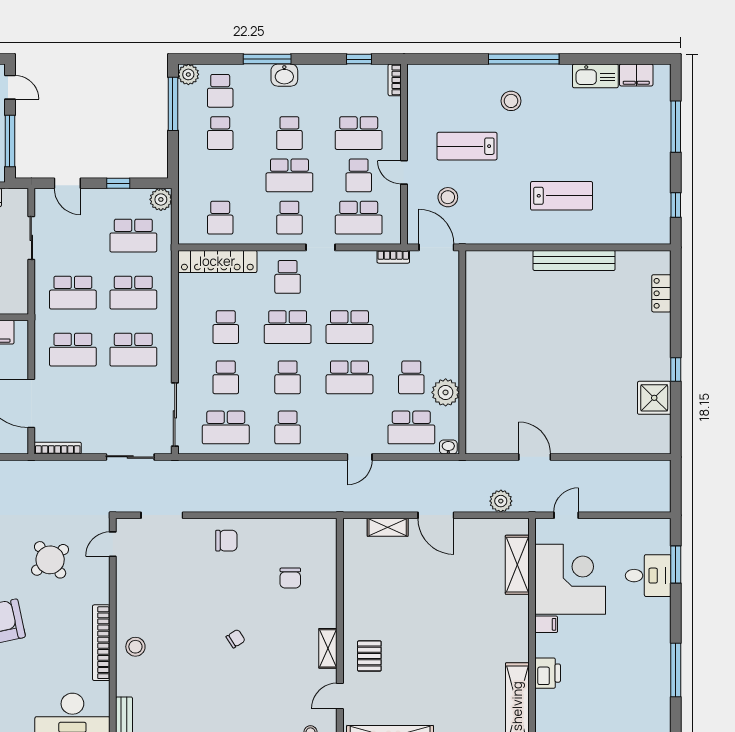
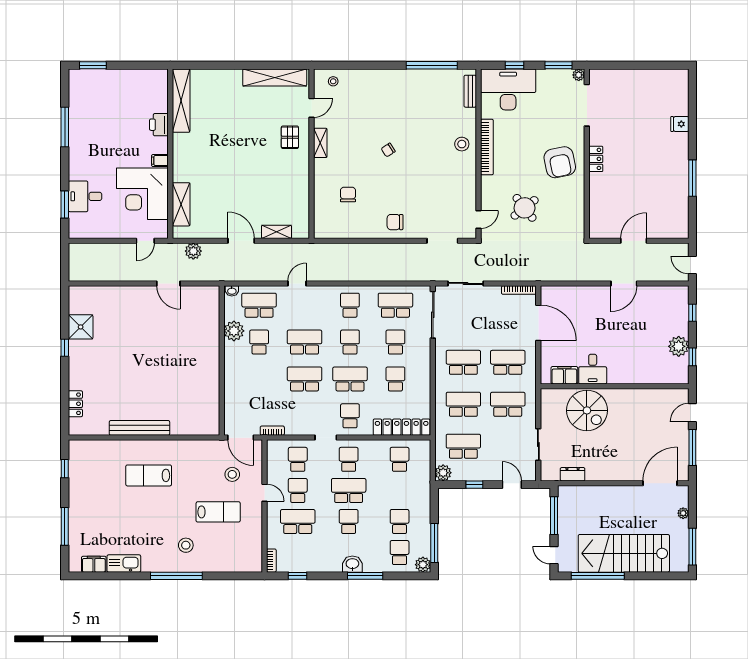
school desk: (359, 218) -> (298, 459), width x0.54

